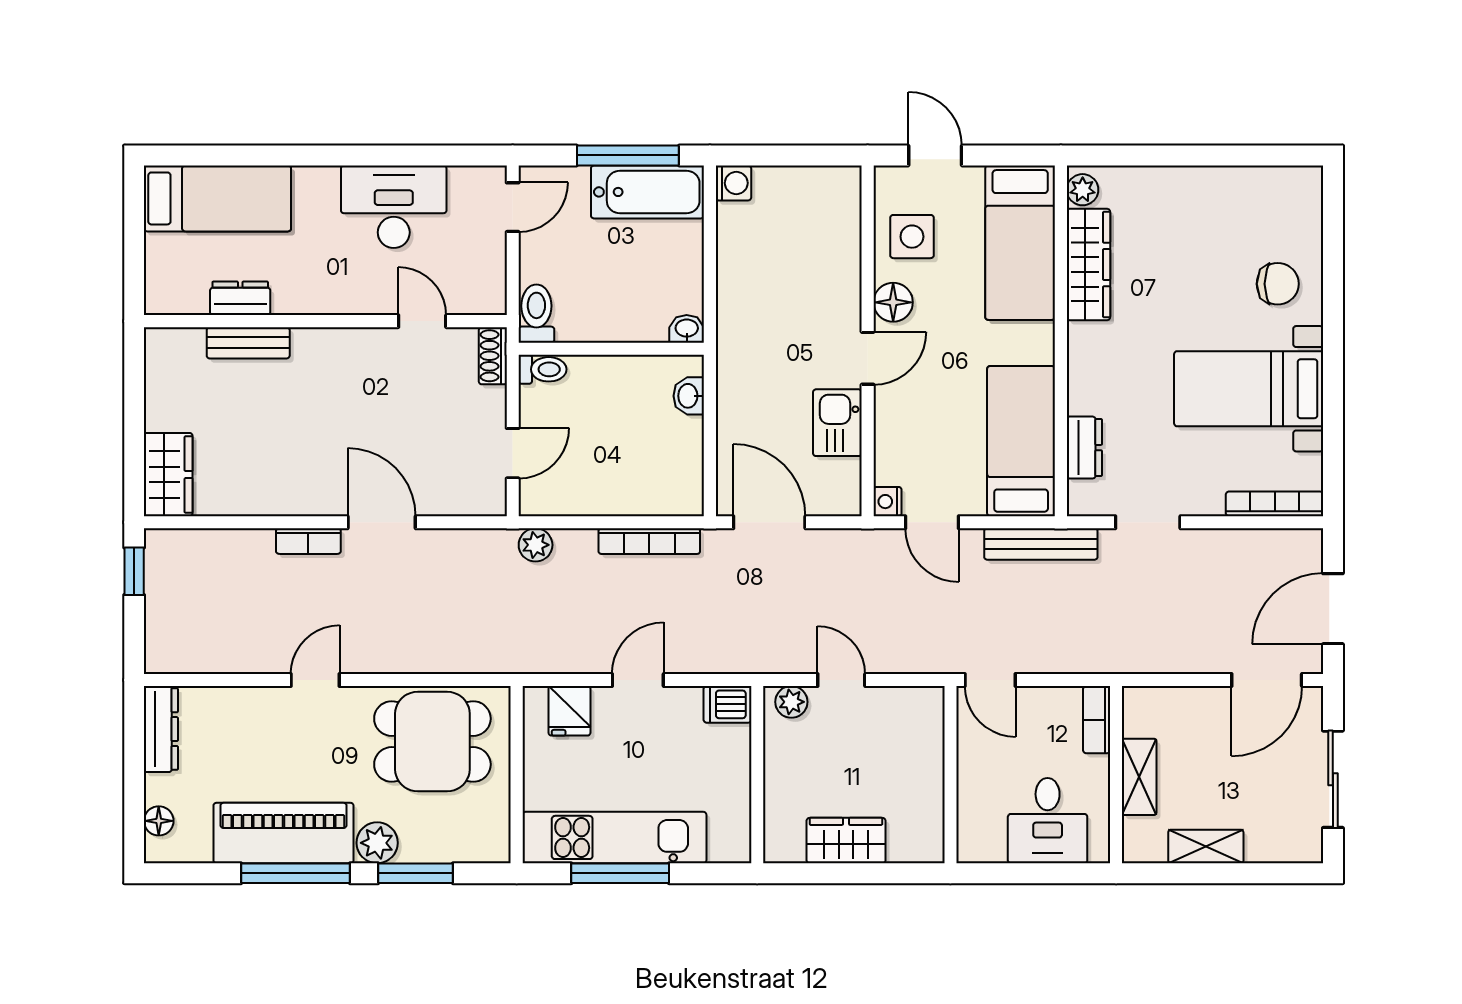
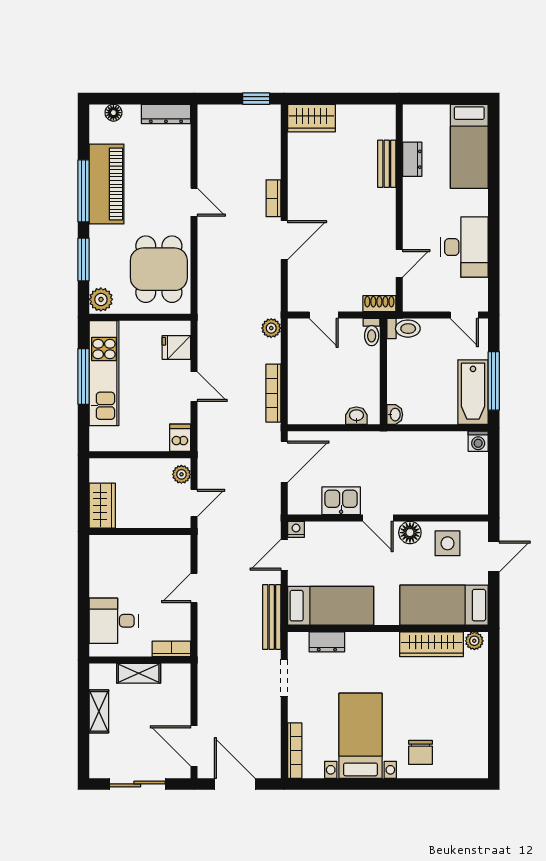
wall: (950, 775) -> (140, 531), moved
plant: (377, 843) -> (101, 299), moved

